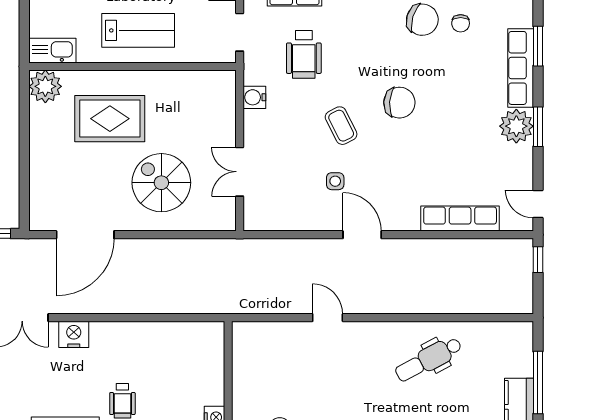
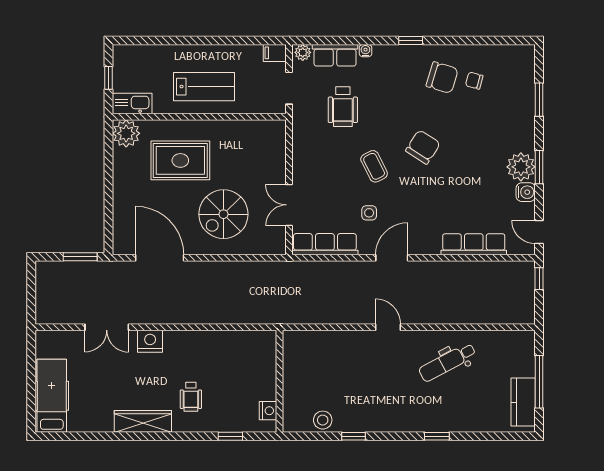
window: (24, 20) -> (109, 78), added
chair: (461, 23) -> (474, 81), turned 105
row of seats: (521, 68) -> (325, 244), moved, turned 90
water cooler: (254, 97) -> (526, 192), moved, turned 180
chair: (399, 103) -> (423, 147), turned -61
spiral stairs: (161, 183) -> (223, 214), turned -90
door: (85, 235) -> (160, 258), swing flipped
door: (362, 235) -> (392, 258), hinge flipped
door: (328, 318) -> (388, 327), moved

